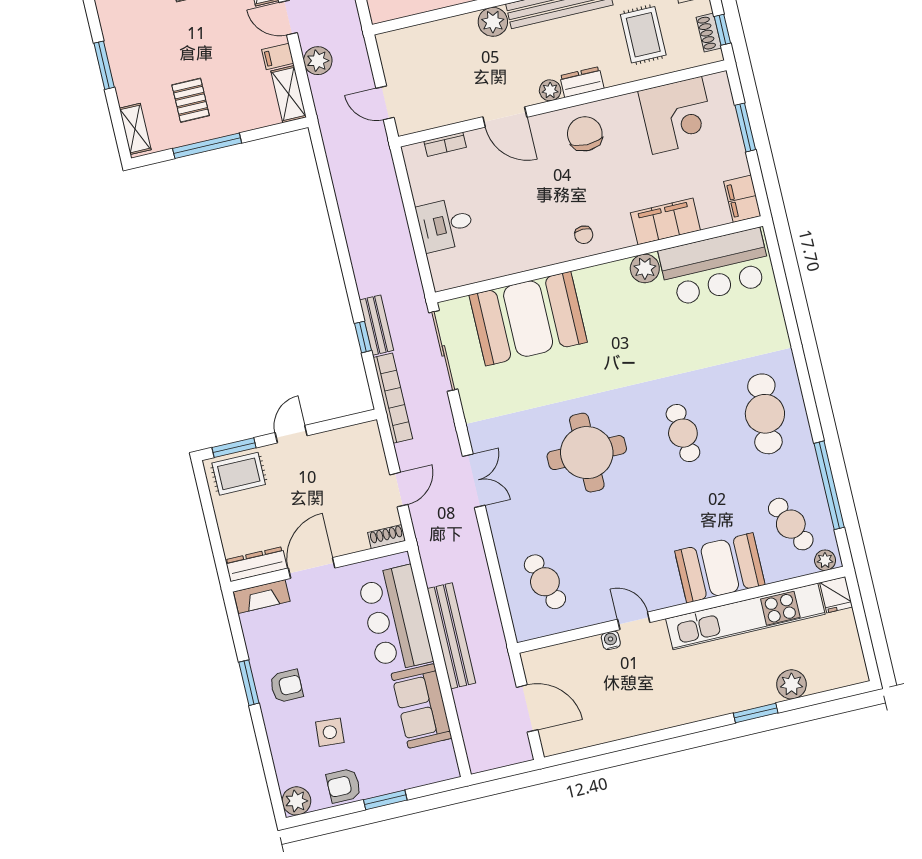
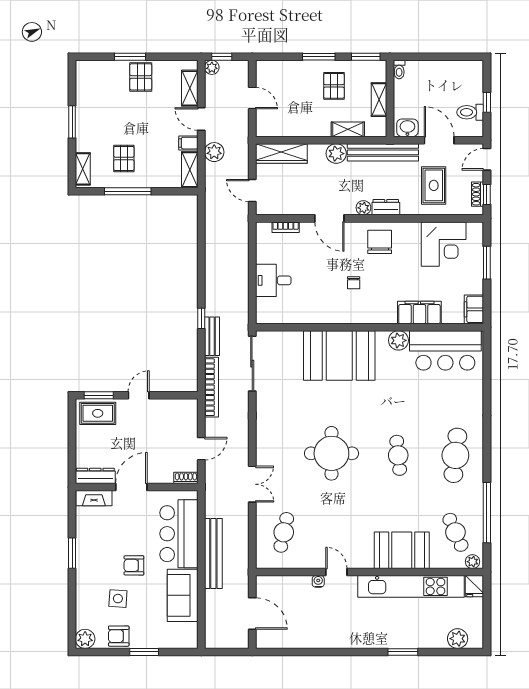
wardrobe: (414, 40) -> (281, 154), added
chair: (584, 235) -> (354, 283), moved
booth: (528, 319) -> (339, 356), moved
window: (363, 337) -> (201, 318), moved
double door: (474, 481) -> (252, 484), moved
cafe table: (545, 582) -> (284, 532), turned 30
plant: (791, 684) -> (458, 639), moved
armchair: (286, 686) -> (134, 565), moved, turned 180

